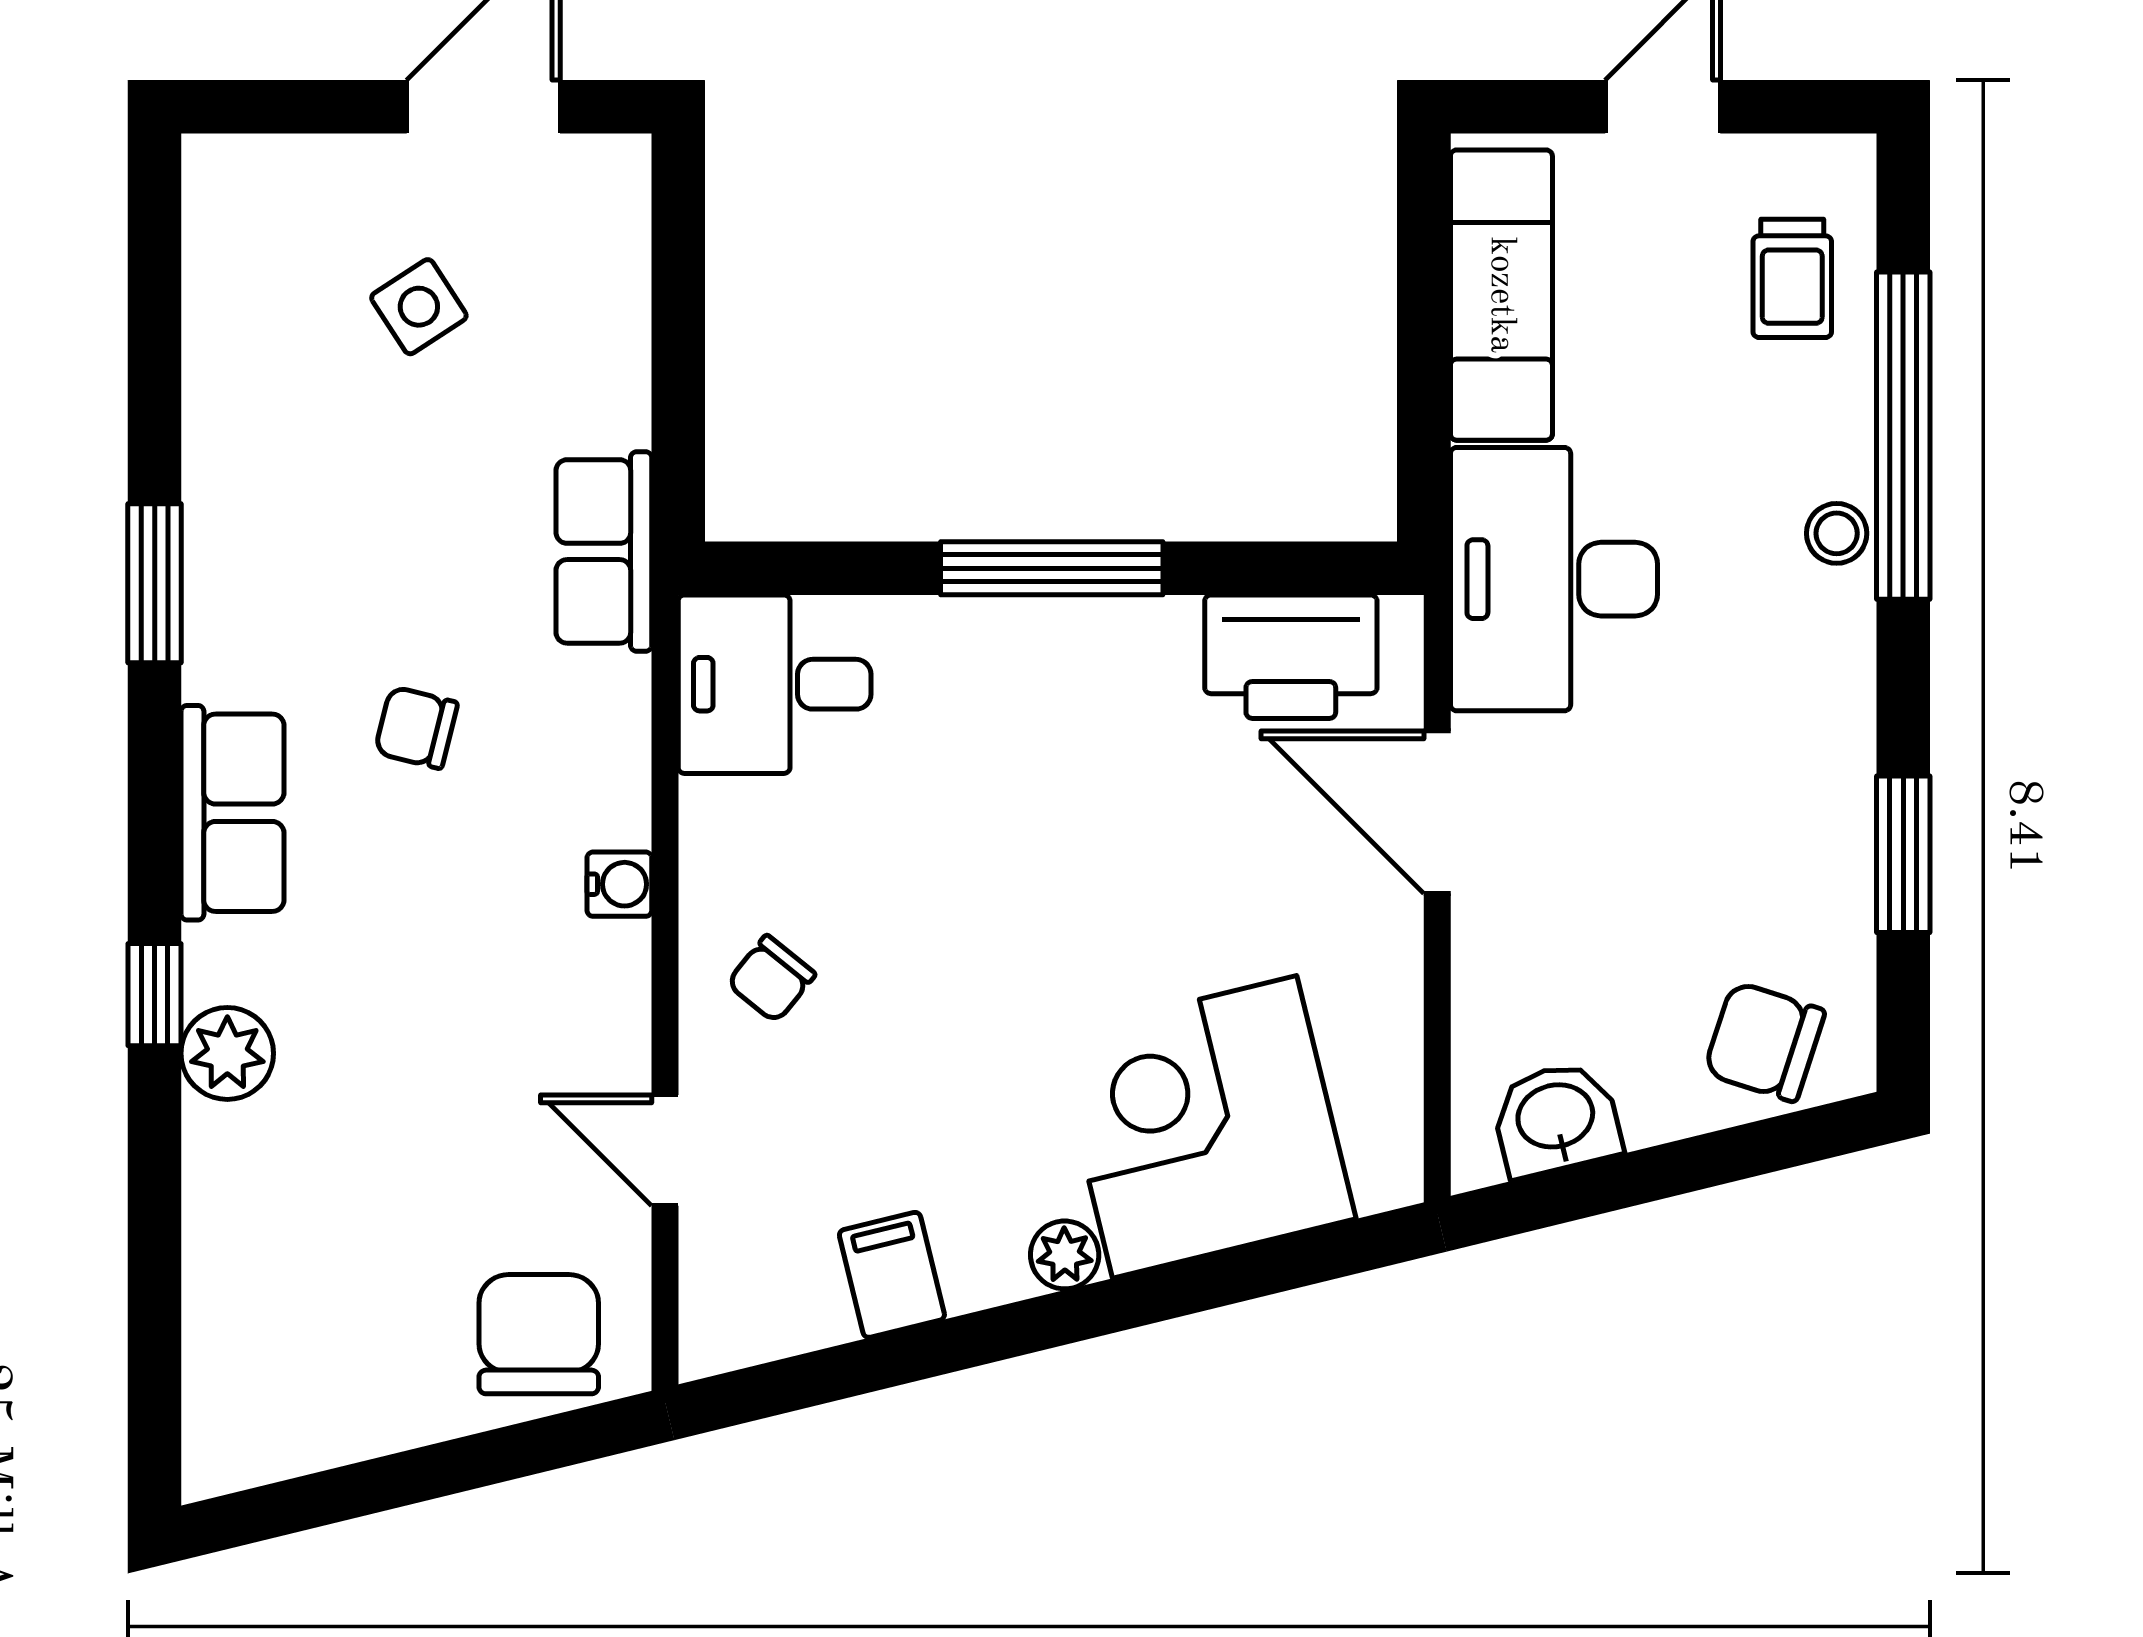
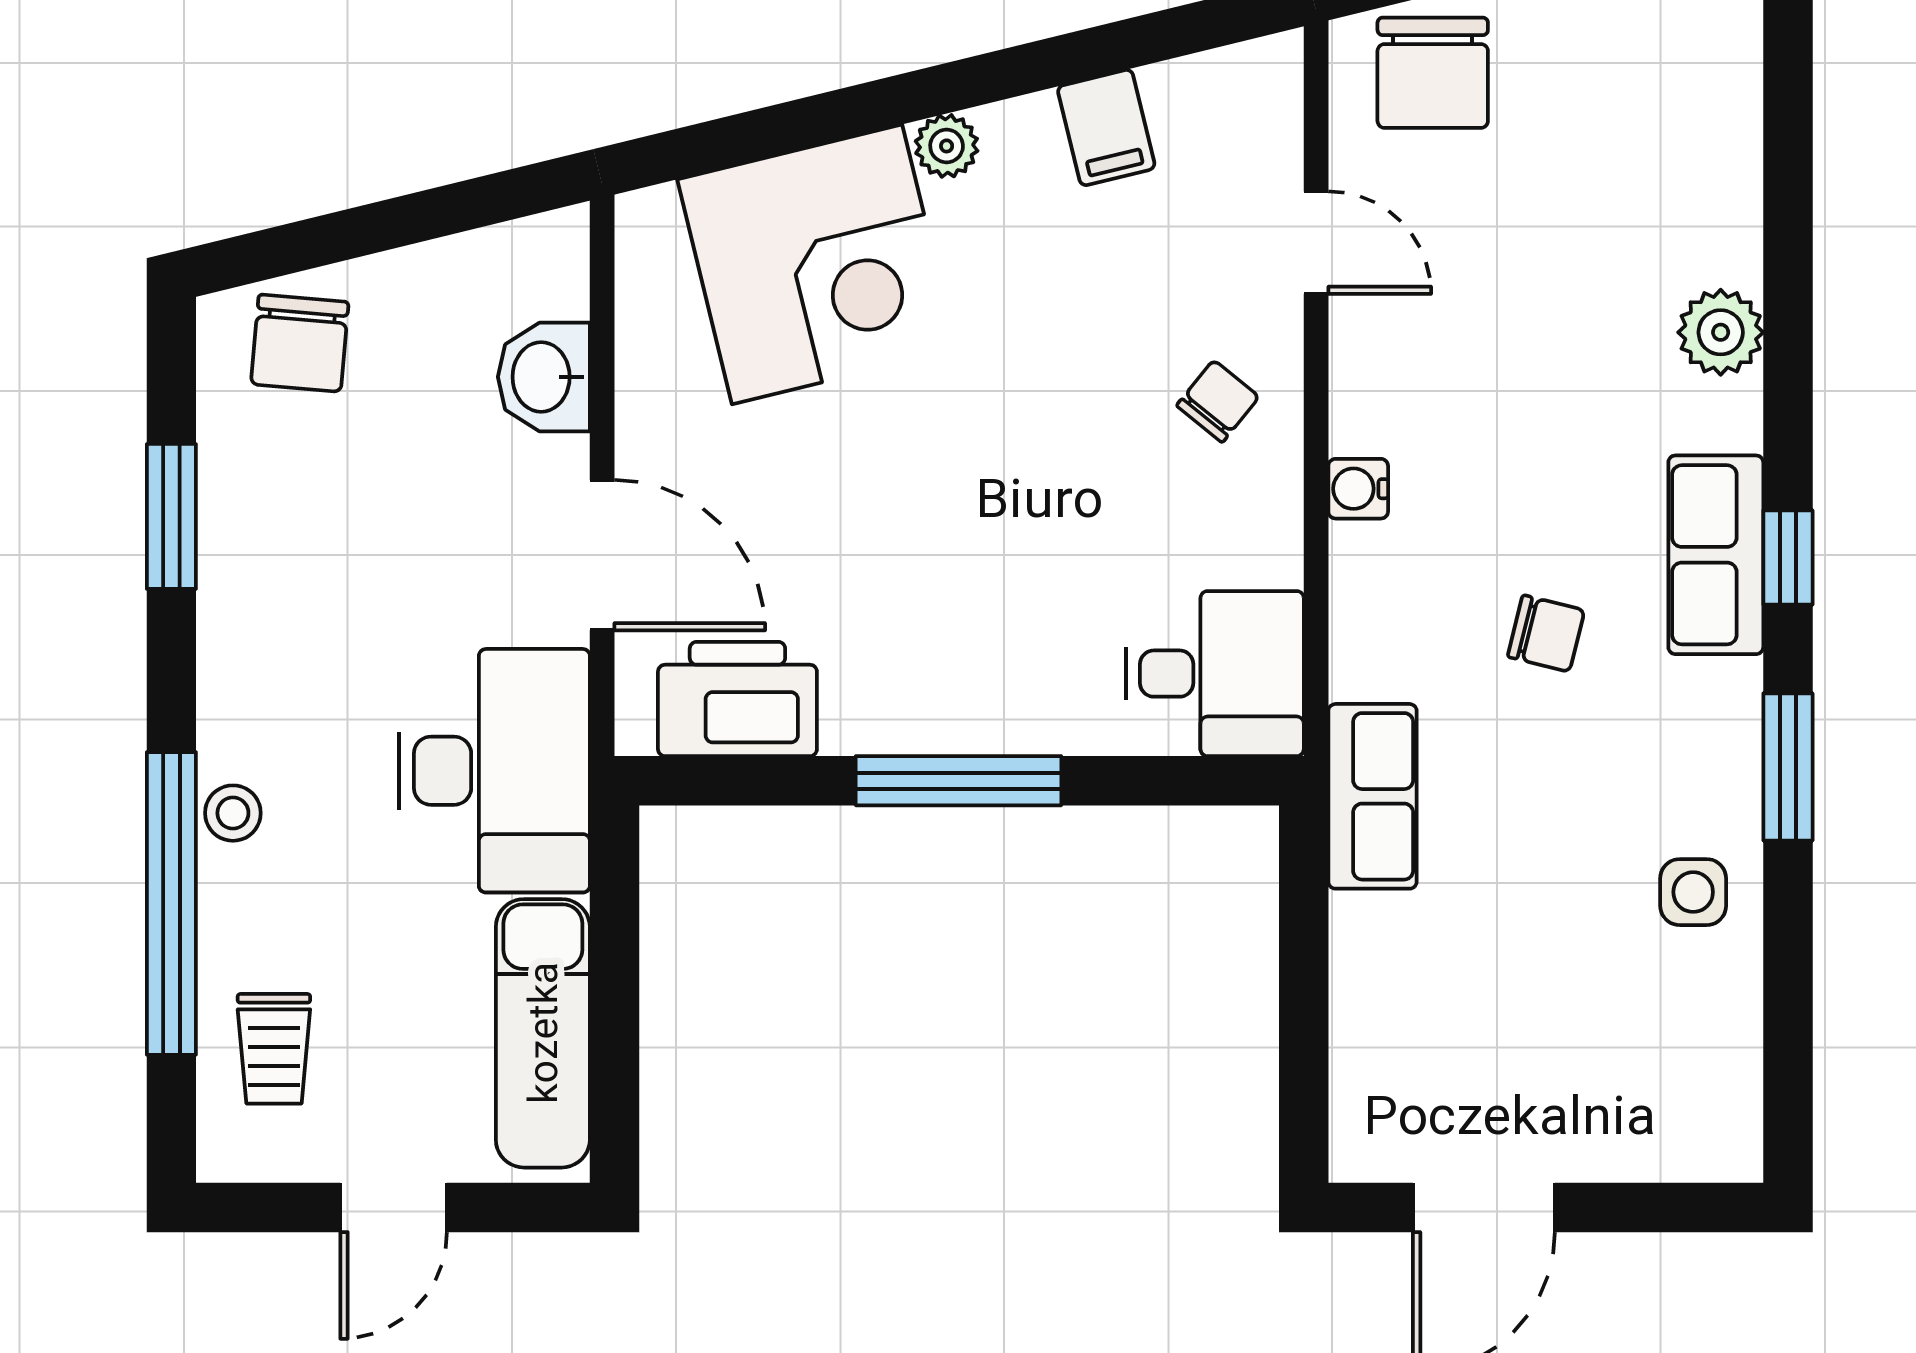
trolley: (1792, 278) -> (274, 1049), turned 180
side table: (419, 307) -> (1693, 892), moved, turned 33
window: (155, 995) -> (1788, 557), moved
chair: (1764, 1042) -> (300, 343), turned 77
washbasin: (1556, 1119) -> (544, 377), moved, turned 104

